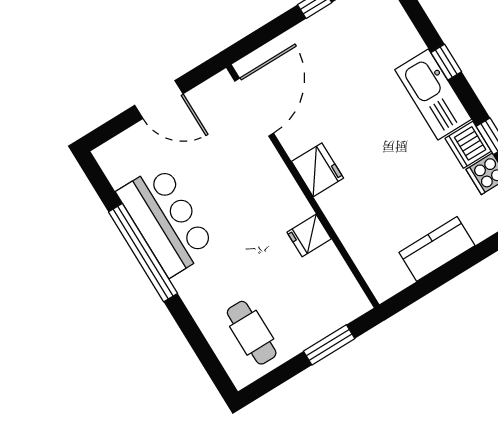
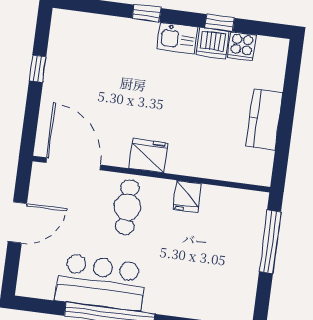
kitchen sink: (433, 94) -> (177, 38), width x0.53, depth x0.81
cafe table: (252, 333) -> (127, 207), moved, turned 90
window: (329, 345) -> (270, 242), width x1.44

